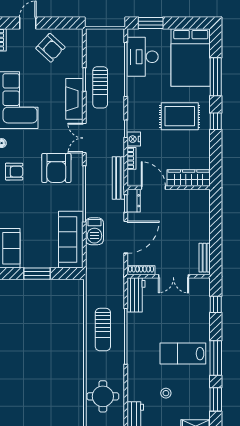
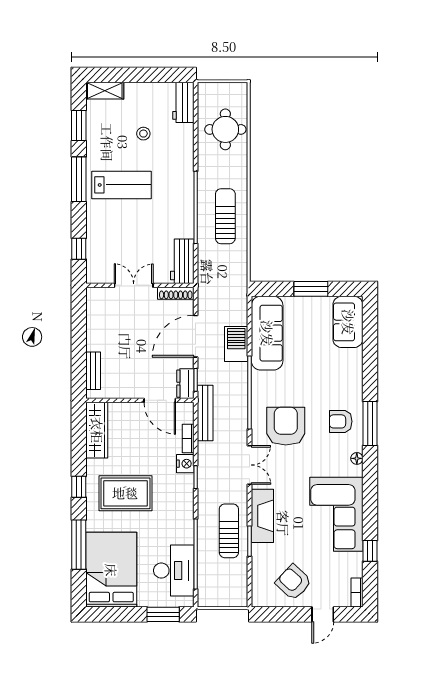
wardrobe: (189, 178) -> (97, 430), moved, turned -90
bench: (205, 258) -> (93, 371), moved

